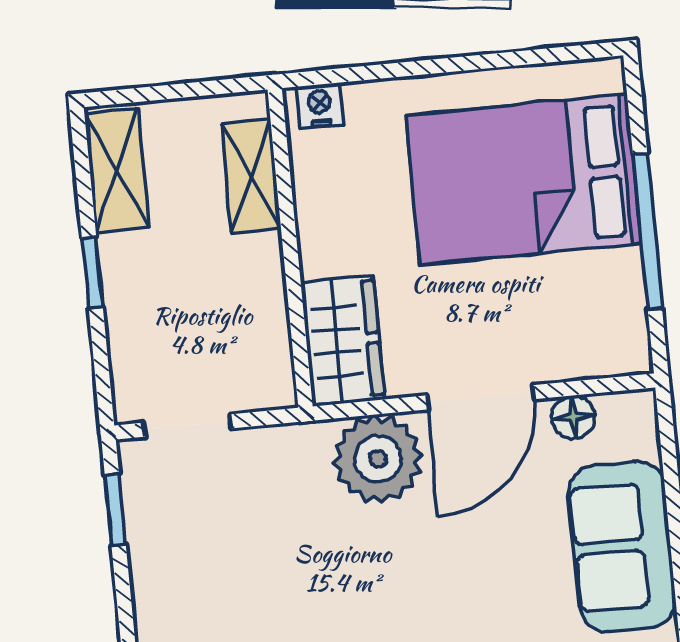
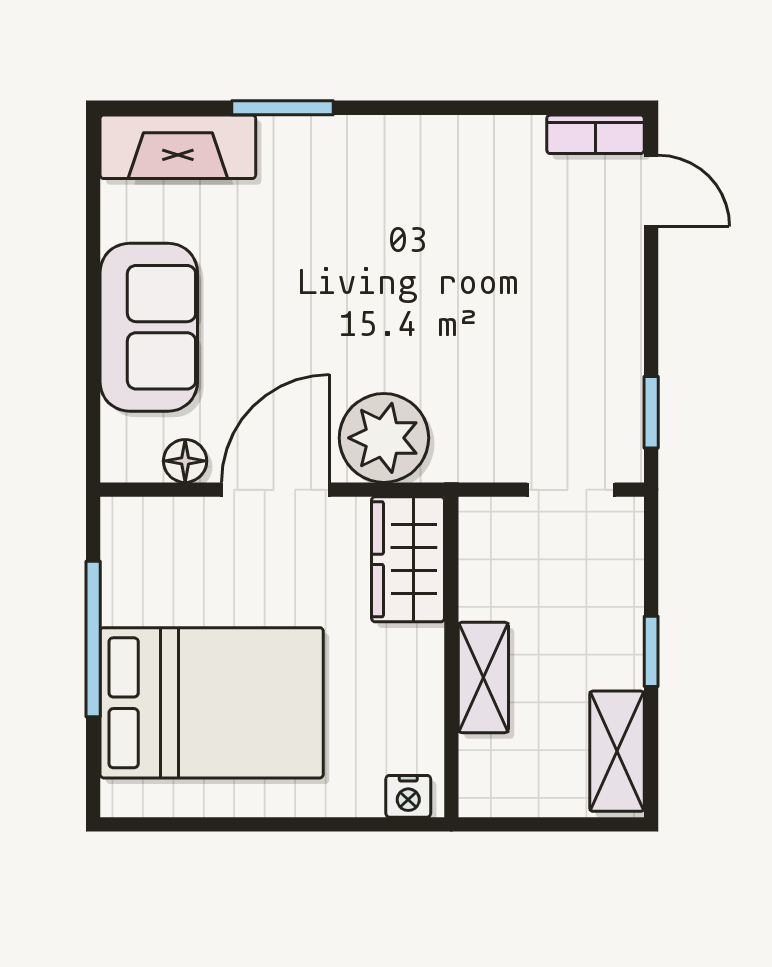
shelving: (251, 176) -> (483, 677), moved

